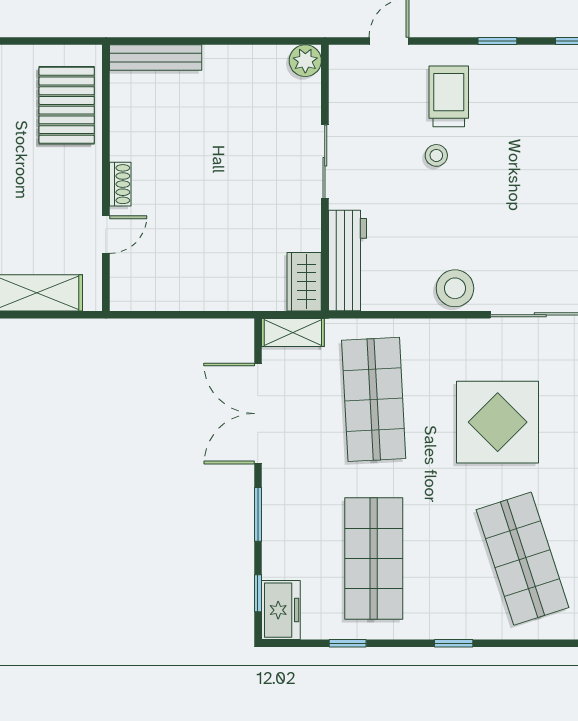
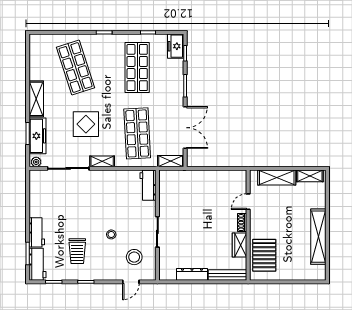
dresser: (241, 59) -> (192, 274), added
plant: (305, 61) -> (166, 274), removed
trolley: (449, 96) -> (77, 251), moved
workbench: (347, 261) -> (148, 185), width x0.73
wardrobe: (304, 282) -> (240, 245), moved, turned 180
stool: (455, 288) -> (134, 257), moved
shelving: (458, 332) -> (102, 161), added
display table: (498, 422) -> (86, 124), width x0.73, depth x0.73

